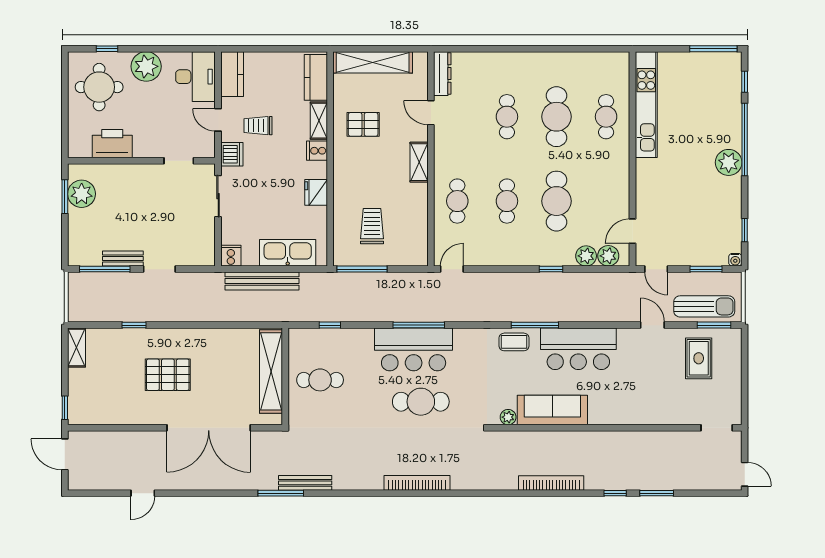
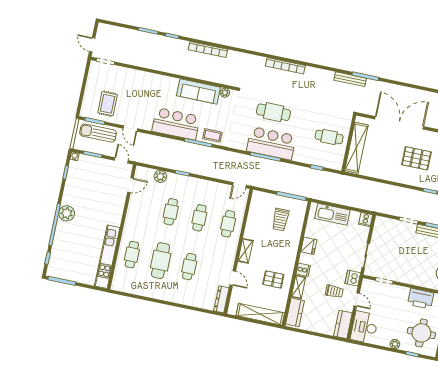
plant: (146, 66) -> (395, 344), width x0.53, depth x0.53
cafe table: (557, 201) -> (171, 212), width x0.73, depth x0.74
plant: (608, 256) -> (147, 174), removed
bench: (262, 281) -> (351, 201), removed
door: (745, 474) -> (92, 45), moved

